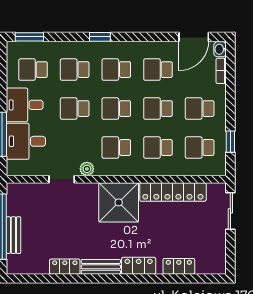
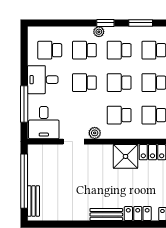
window: (29, 37) -> (141, 23), moved
plant: (92, 47) -> (99, 32), added
desk: (26, 141) -> (44, 123), moved, turned -90
shower: (119, 202) -> (126, 156), width x0.73, depth x0.73
bench: (13, 235) -> (33, 201), moved
locker: (65, 267) -> (76, 214), removed

